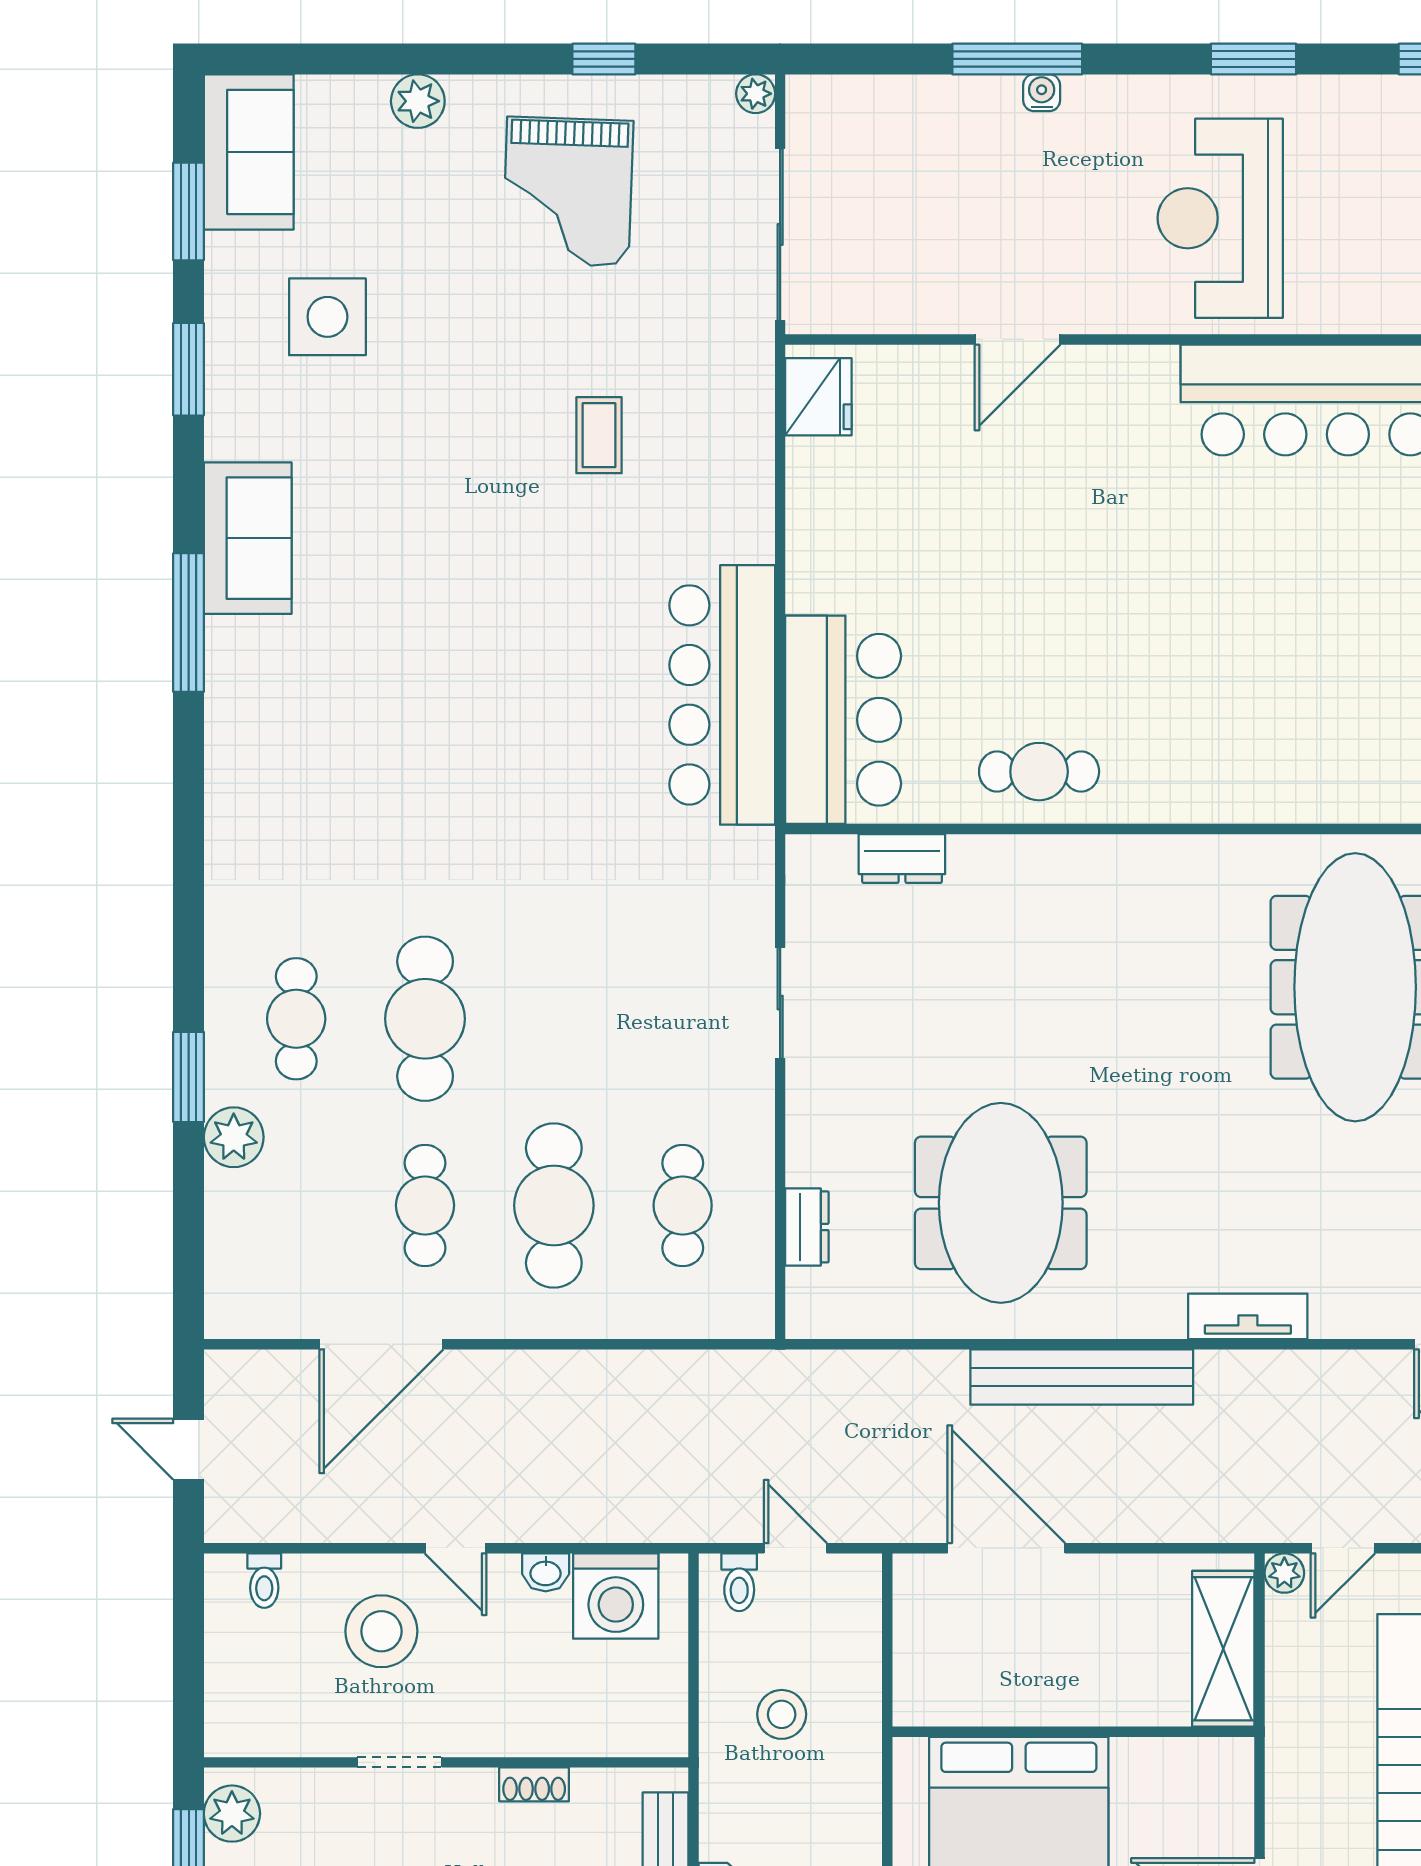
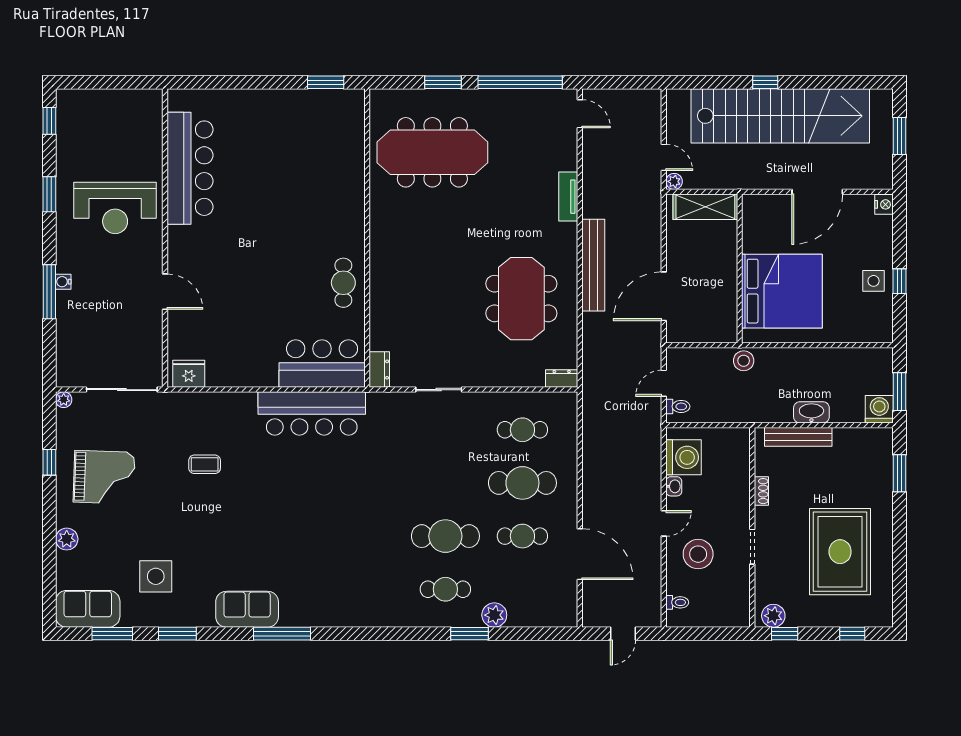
dresser: (902, 859) -> (379, 370), moved
meeting table: (1001, 1203) -> (521, 299), turned 90
dresser: (807, 1227) -> (562, 378), moved
stool: (782, 1714) -> (744, 361), moved

